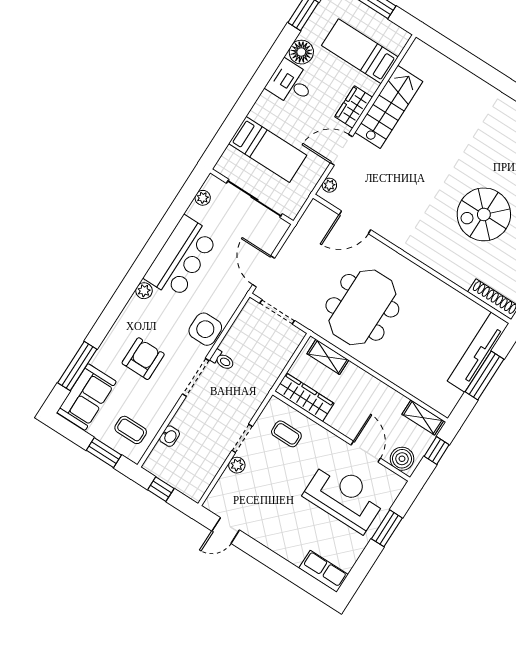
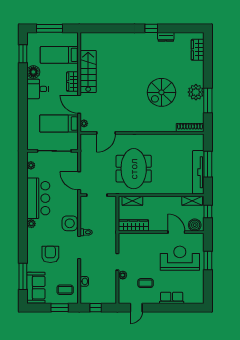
bed: (268, 149) -> (59, 123), moved, turned 180
door: (341, 150) -> (79, 104), hinge flipped
tv unit: (478, 352) -> (198, 172), moved
coffee table: (286, 434) -> (146, 283), moved
row of seats: (323, 571) -> (172, 298), moved

